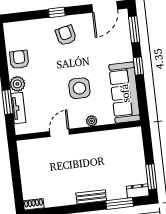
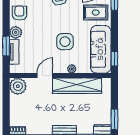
rug: (113, 48) -> (96, 13), added
window: (138, 66) -> (114, 59), moved
wardrobe: (101, 141) -> (77, 86), added
plant: (28, 150) -> (18, 86), added

